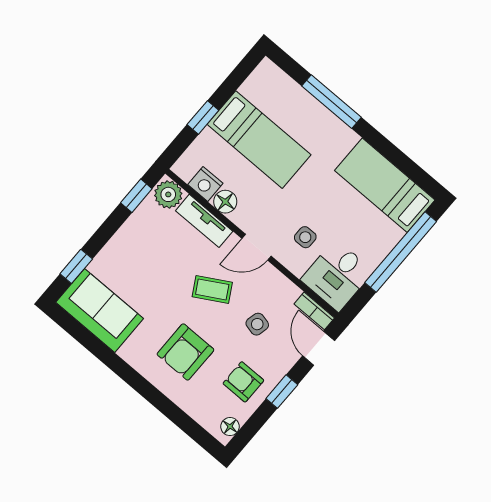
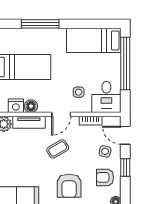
bookcase: (314, 311) -> (91, 121), moved
side table: (257, 324) -> (105, 151), moved

